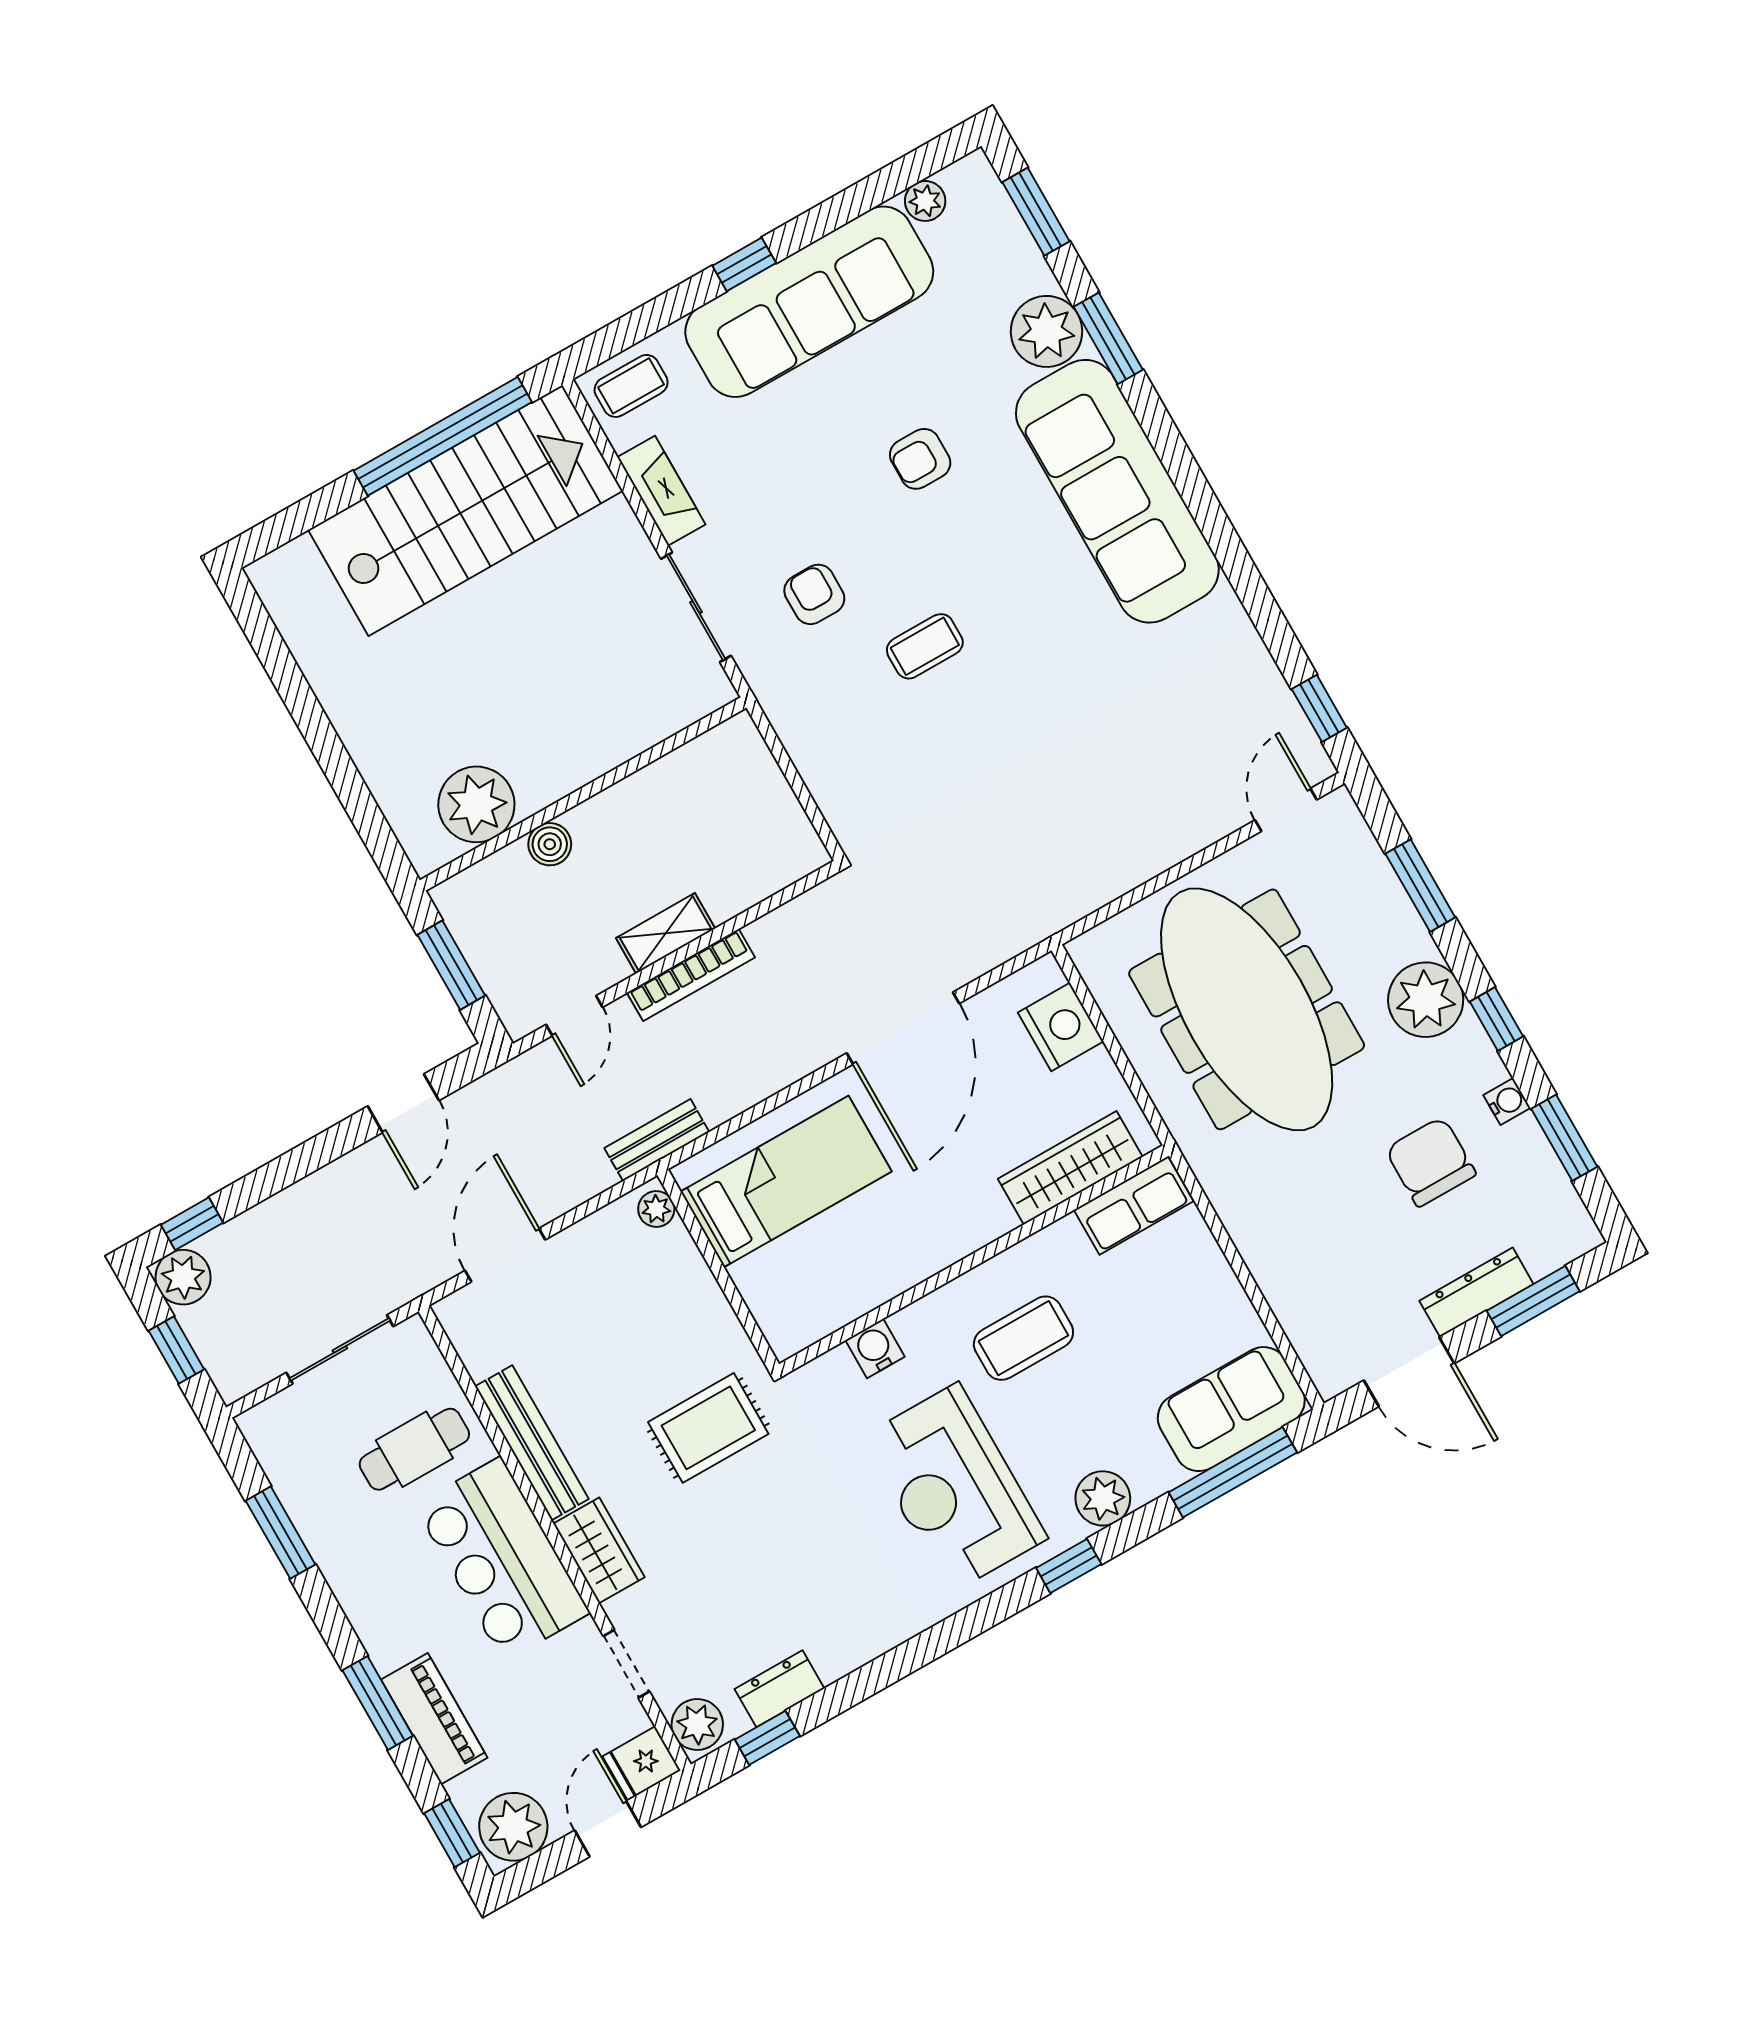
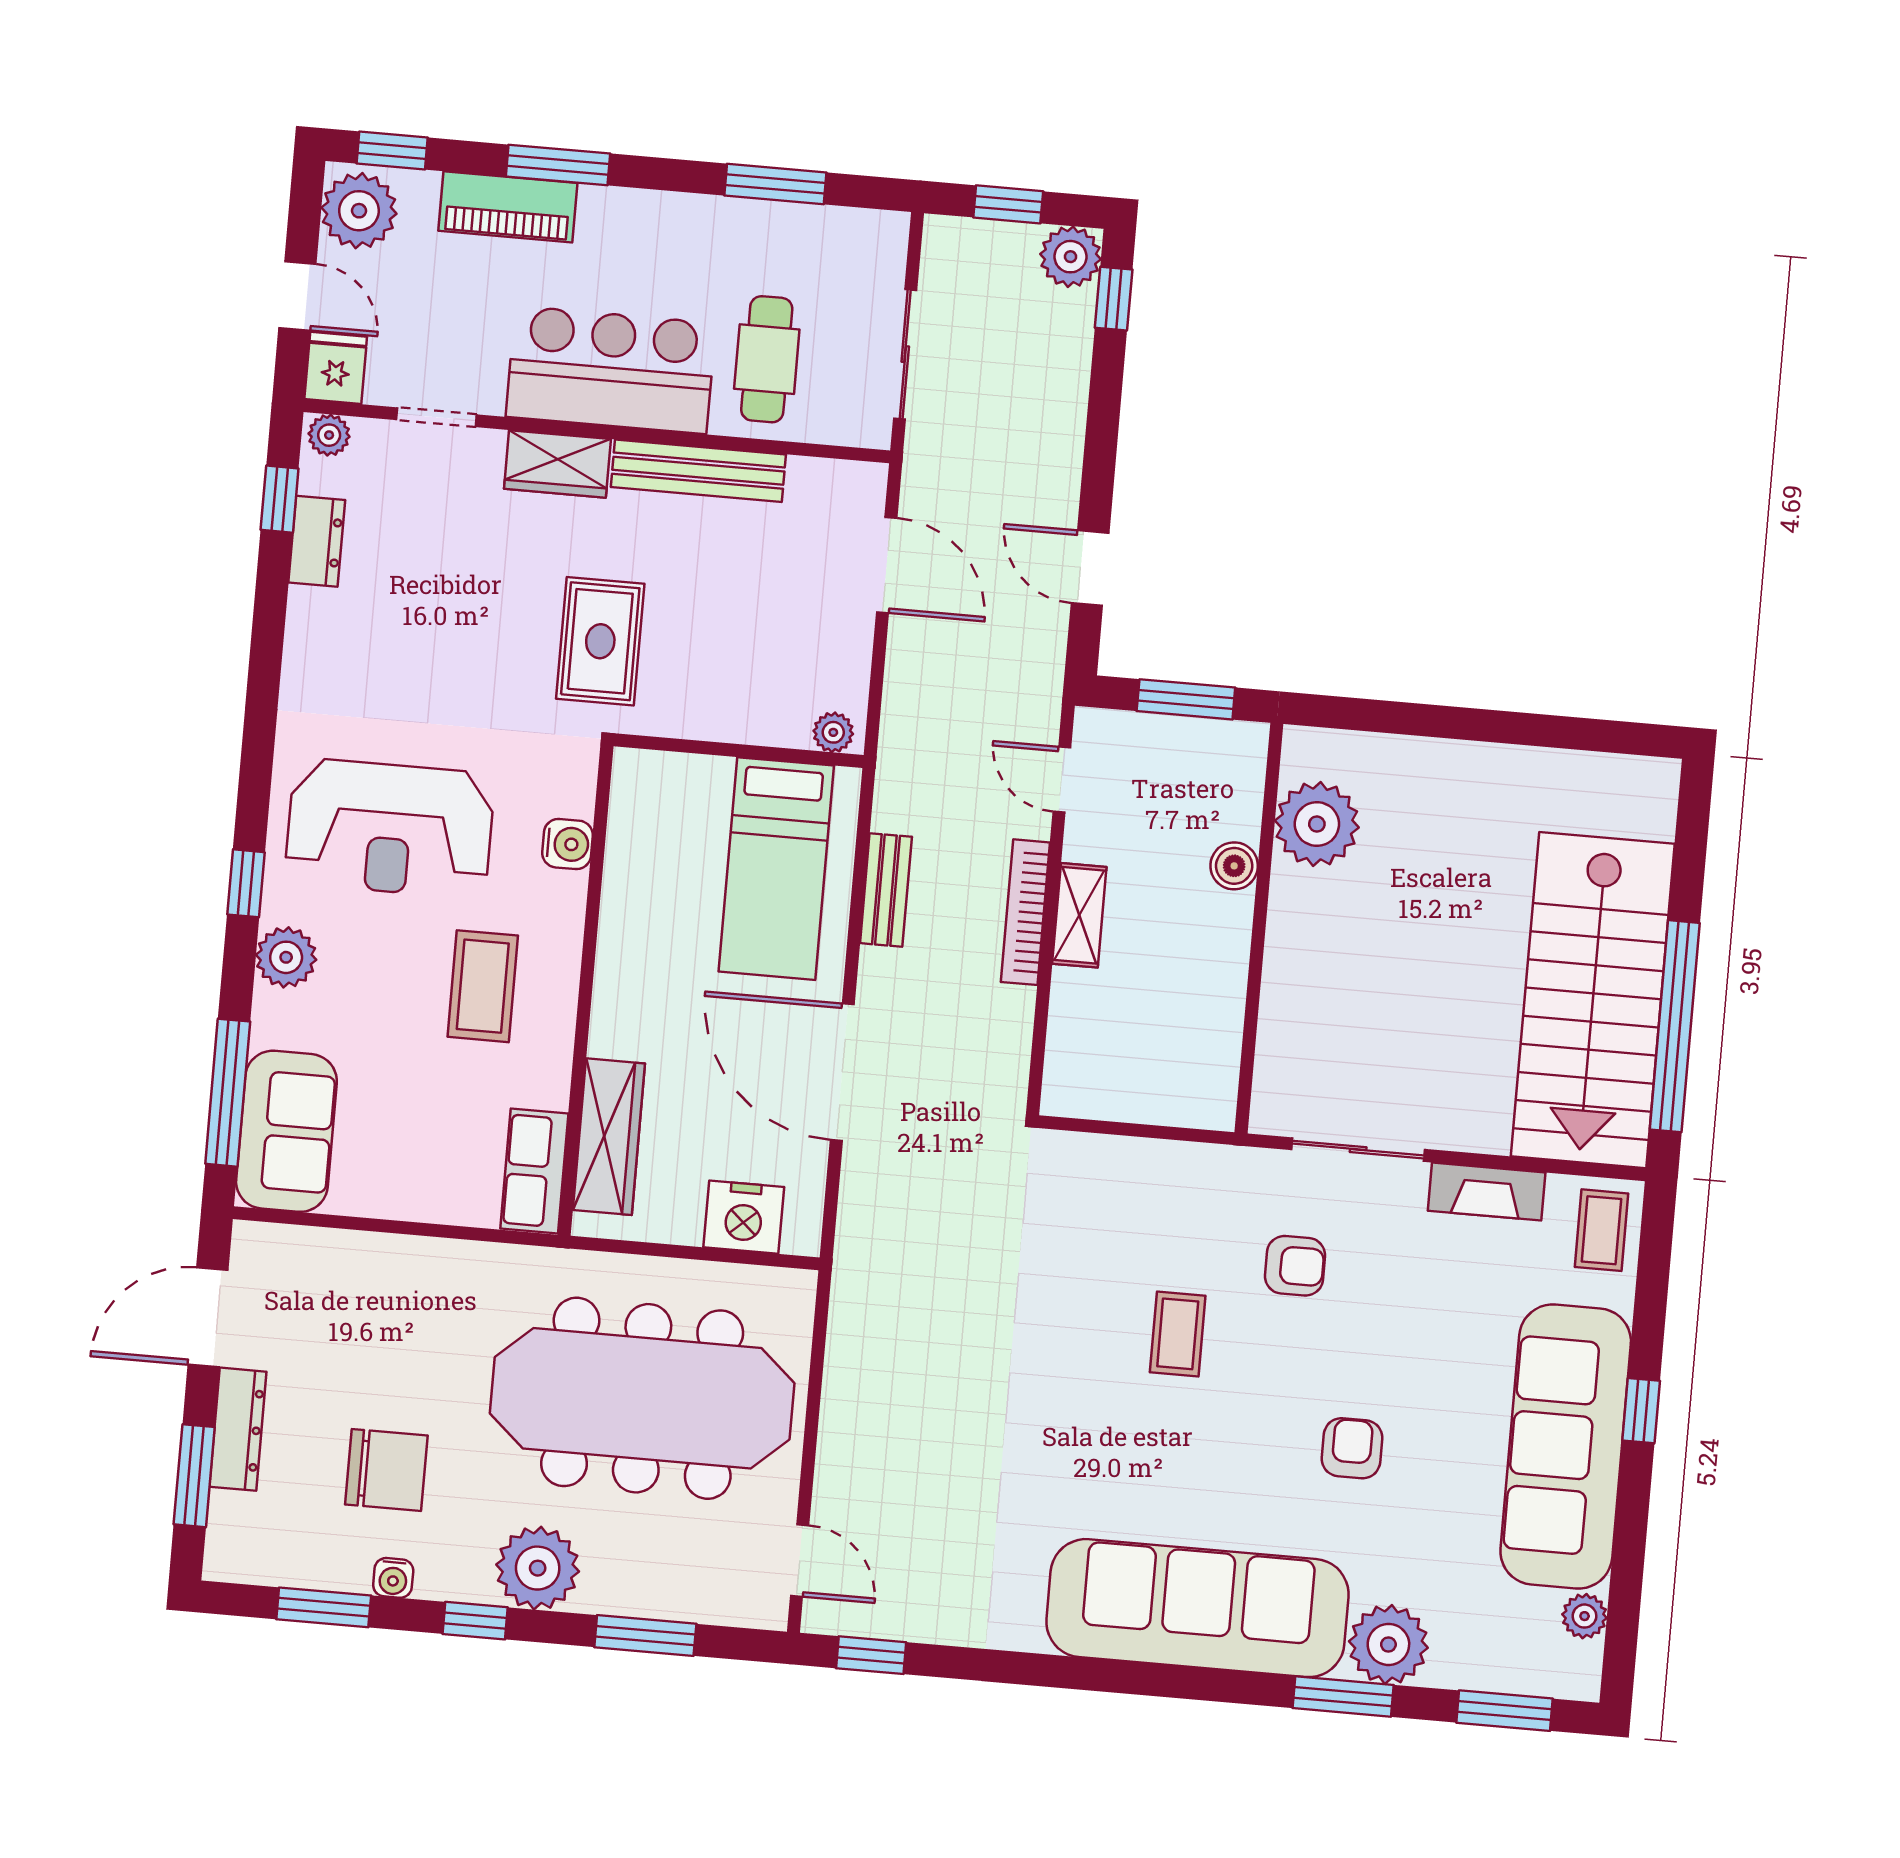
bench: (657, 1140) -> (886, 890), moved
reception desk: (954, 1488) -> (390, 828), turned 180
plant: (697, 1724) -> (329, 435), width x0.73, depth x0.73

